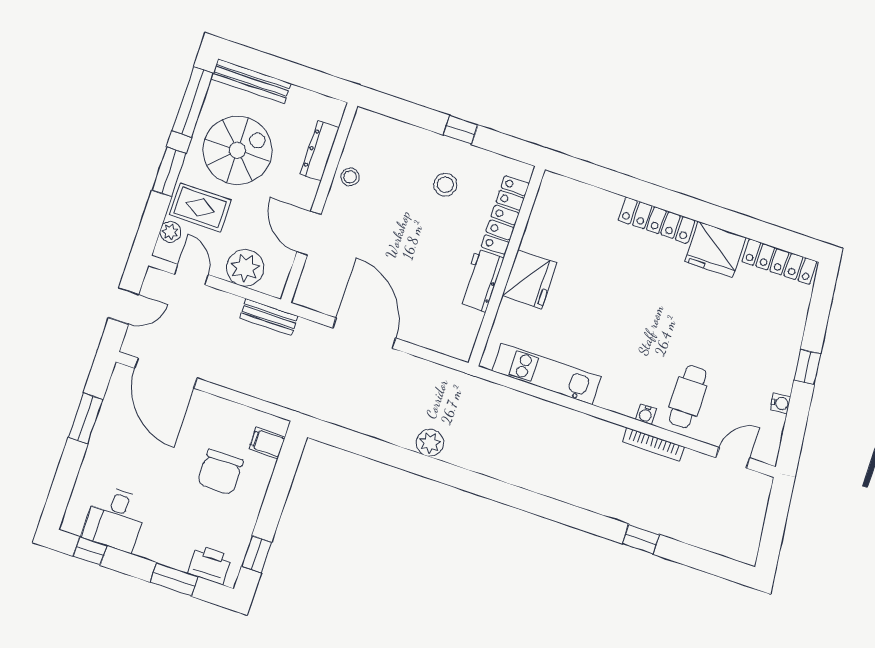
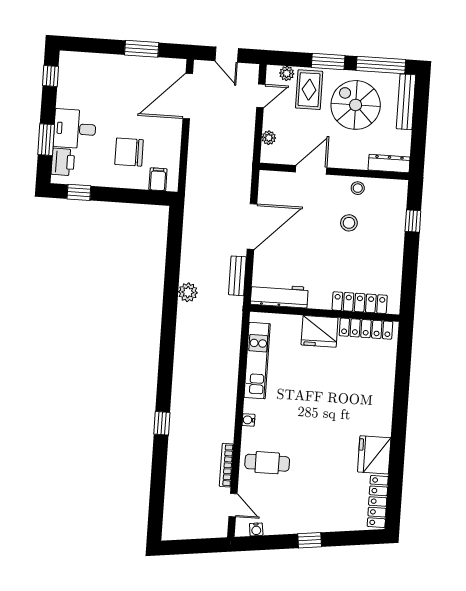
window: (461, 130) -> (413, 221), moved
spiral stairs: (237, 150) -> (356, 105), turned 180
dresser: (320, 151) -> (389, 163), moved
stool: (445, 185) -> (349, 223), moved
locker: (656, 220) -> (366, 329), moved, turned -90
plant: (245, 268) -> (269, 138), width x0.53, depth x0.53
workbench: (481, 280) -> (279, 296), moved, width x1.38
bench: (269, 317) -> (237, 276), moved
water cooler: (780, 403) -> (256, 529), moved
water cooler: (646, 414) -> (248, 420), moved
bookcase: (653, 444) -> (226, 465), moved
desk: (115, 519) -> (75, 129), moved
window: (641, 539) -> (162, 423), moved

